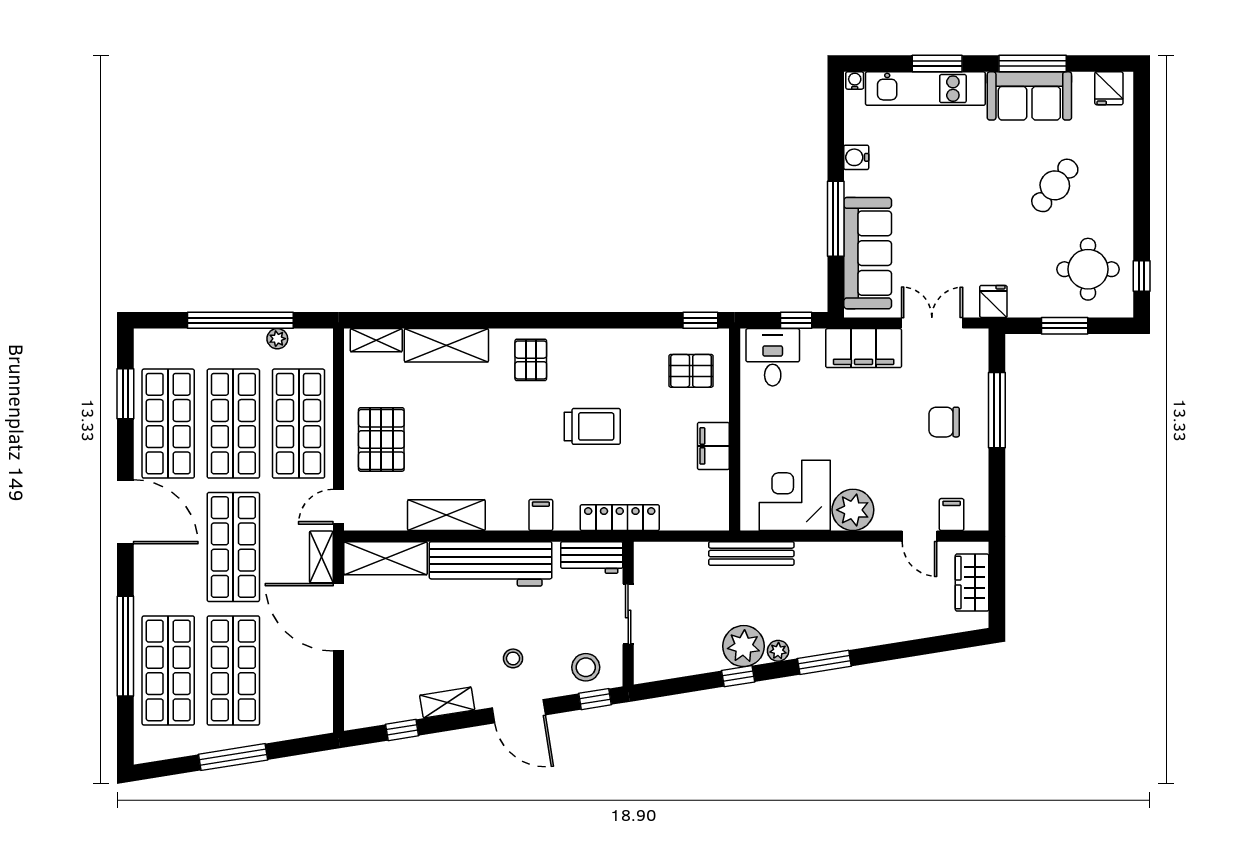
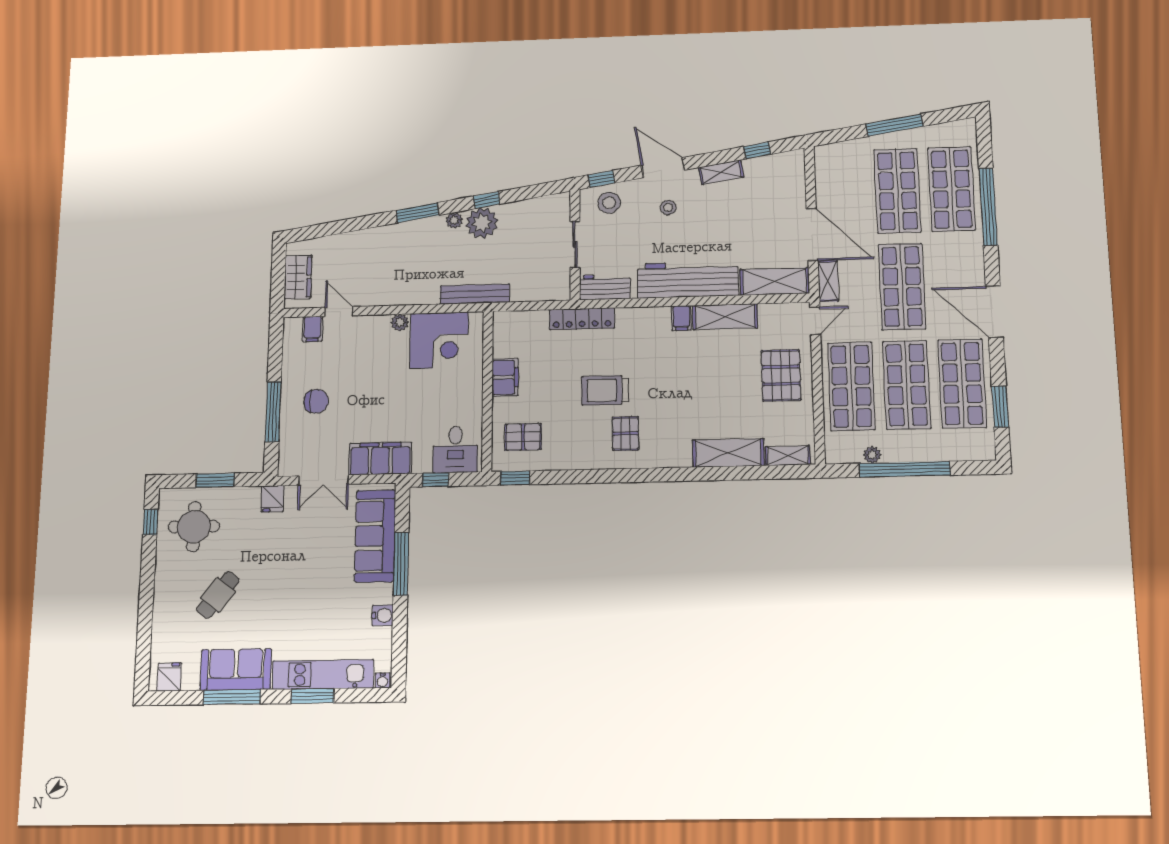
pallet: (531, 360) -> (625, 434), moved
plant: (853, 510) -> (400, 322), width x0.53, depth x0.53
filing cabinet: (541, 515) -> (681, 318), moved

